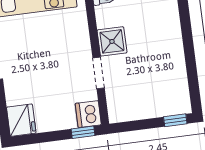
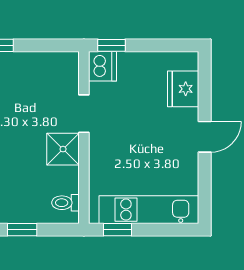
fridge: (21, 120) -> (183, 89), moved

